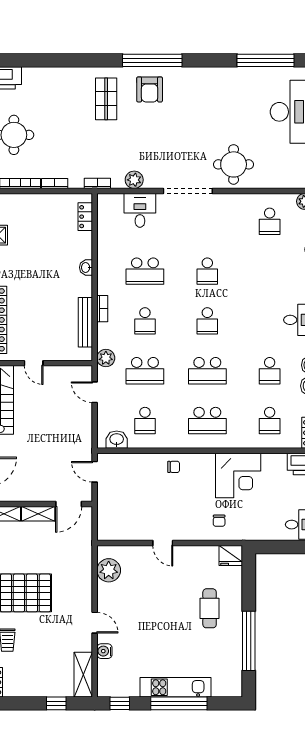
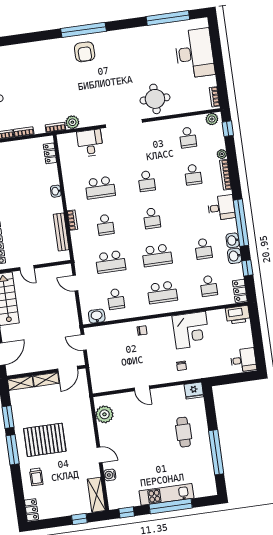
shop shelf: (106, 99) -> (53, 63), removed
plant: (134, 180) -> (72, 122), moved
school desk: (270, 271) -> (193, 175), added
plant: (106, 358) -> (80, 256), removed

